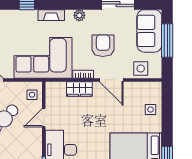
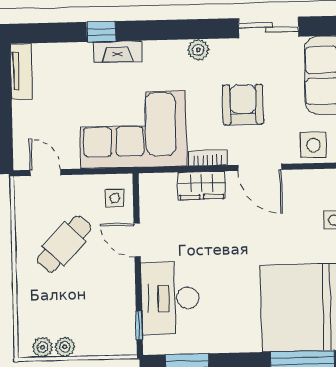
fireplace: (51, 15) -> (117, 51), moved
door: (44, 118) -> (137, 240), hinge flipped

